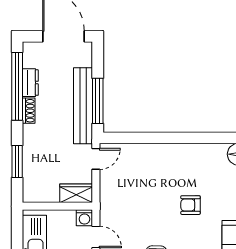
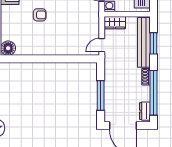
dresser: (30, 83) -> (145, 111), moved
window: (98, 101) -> (101, 96), moved
bench: (83, 106) -> (144, 42), moved

